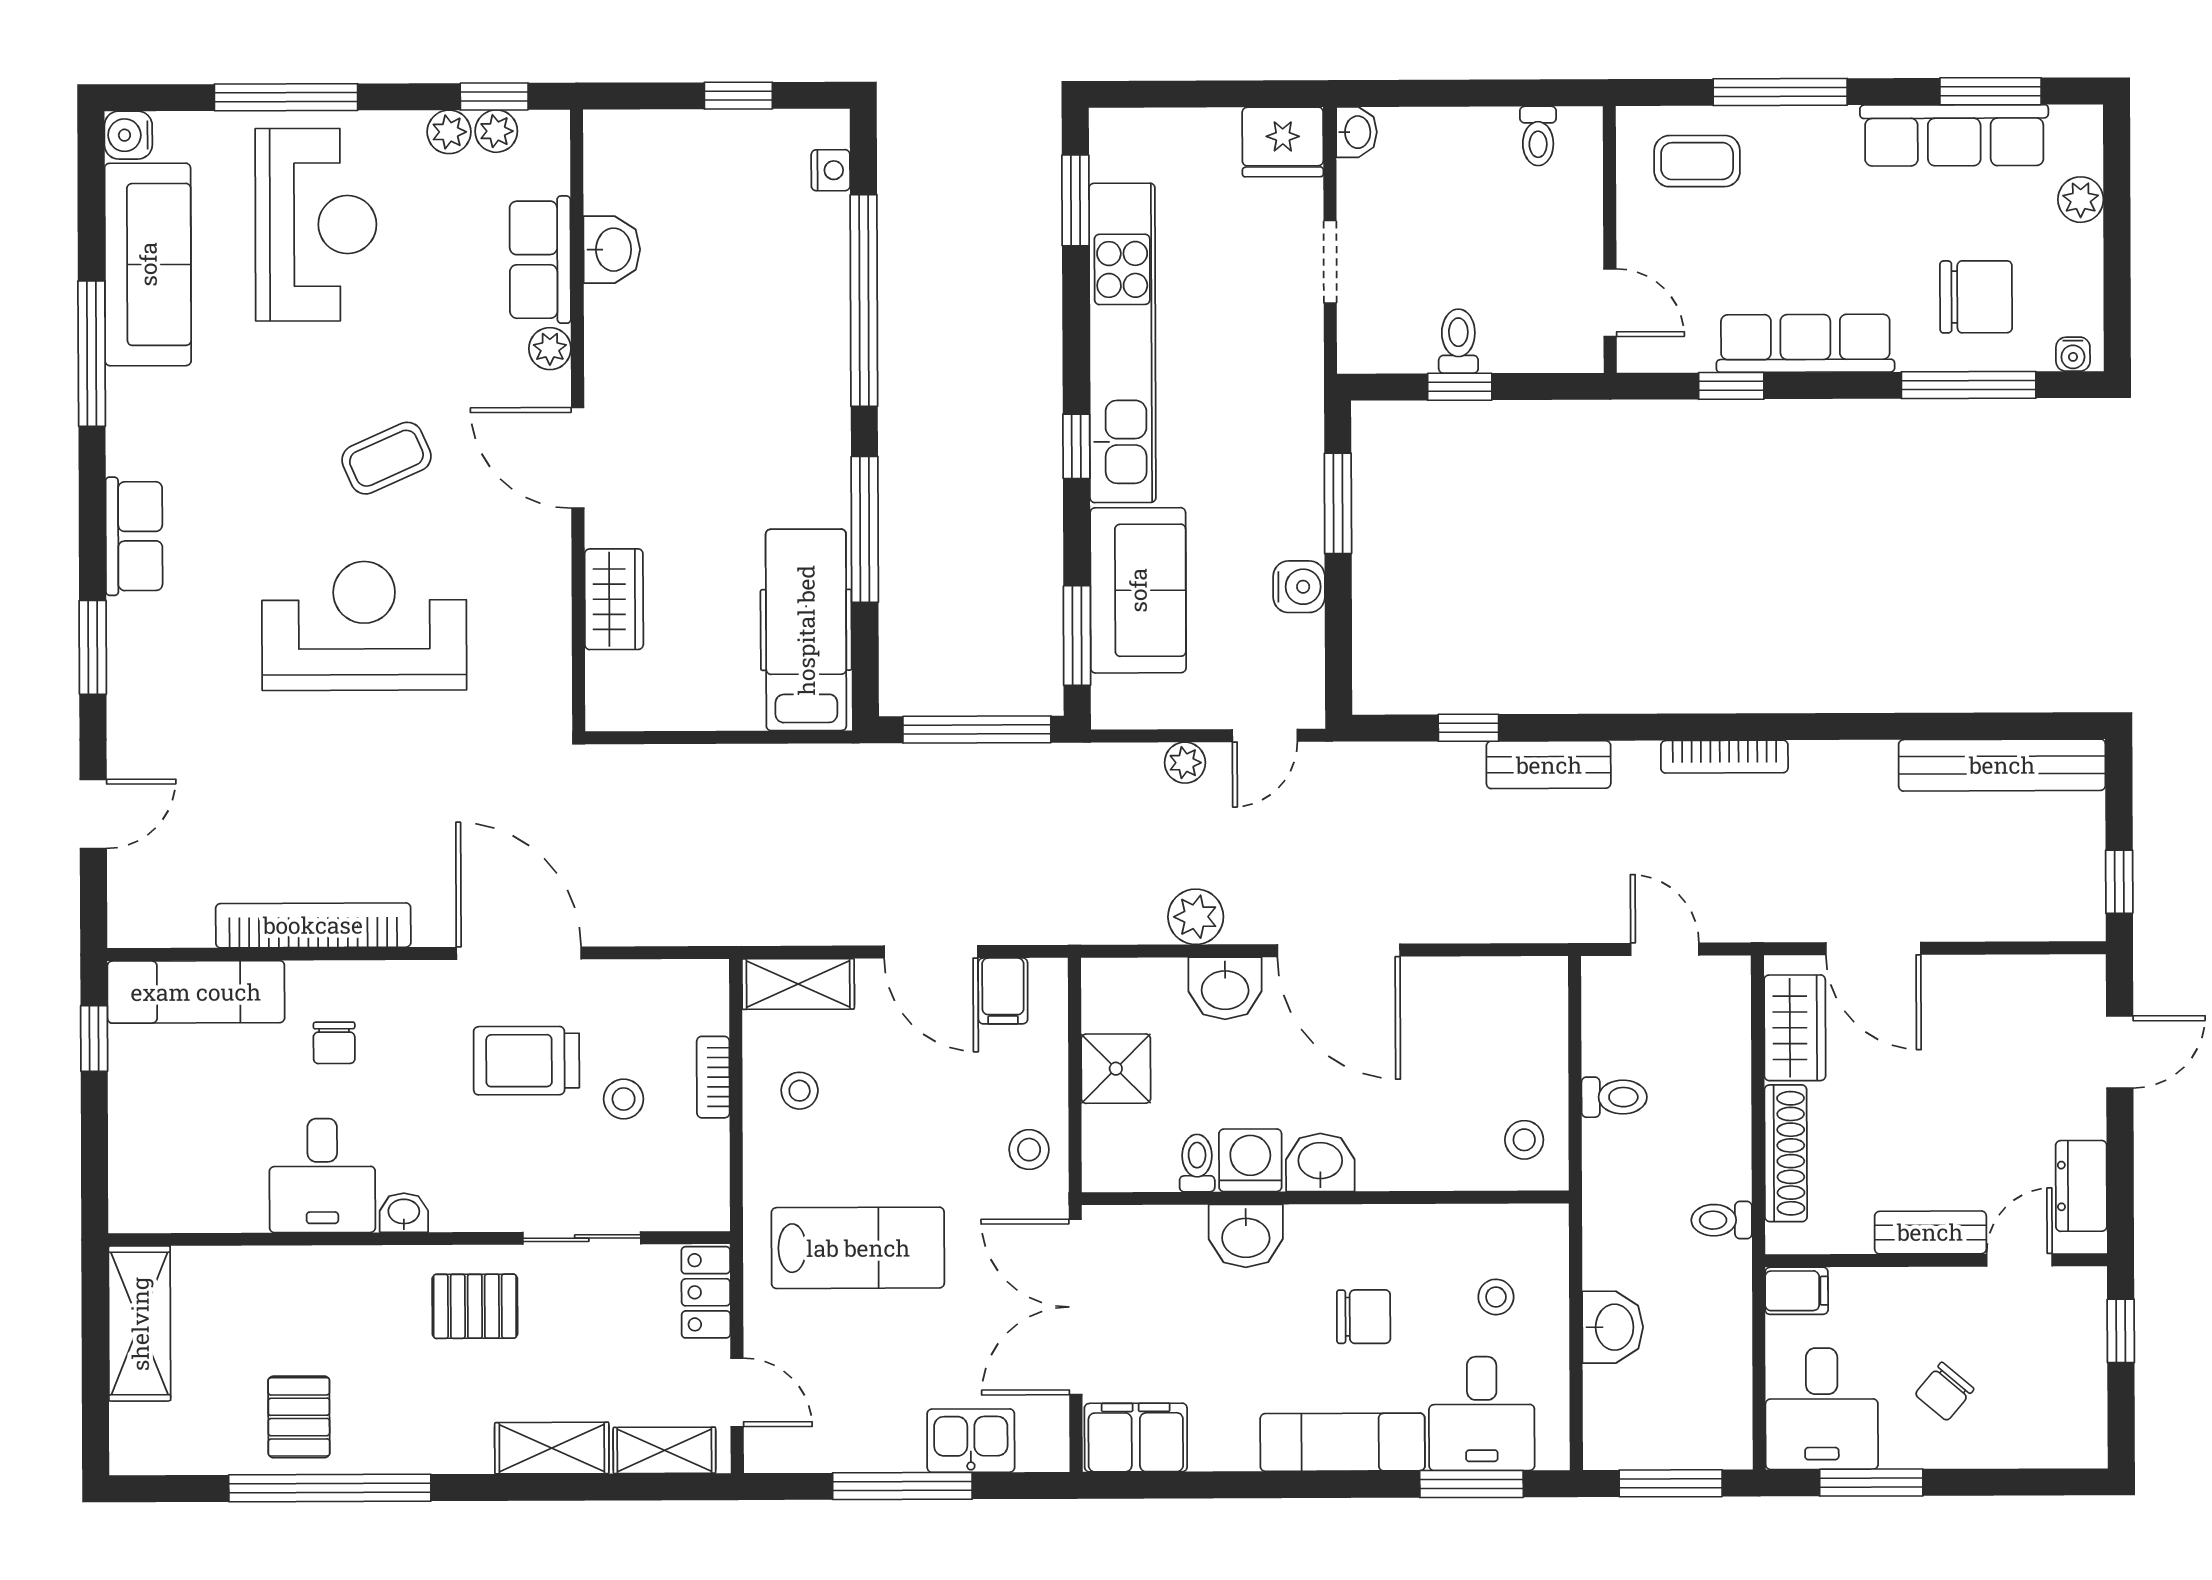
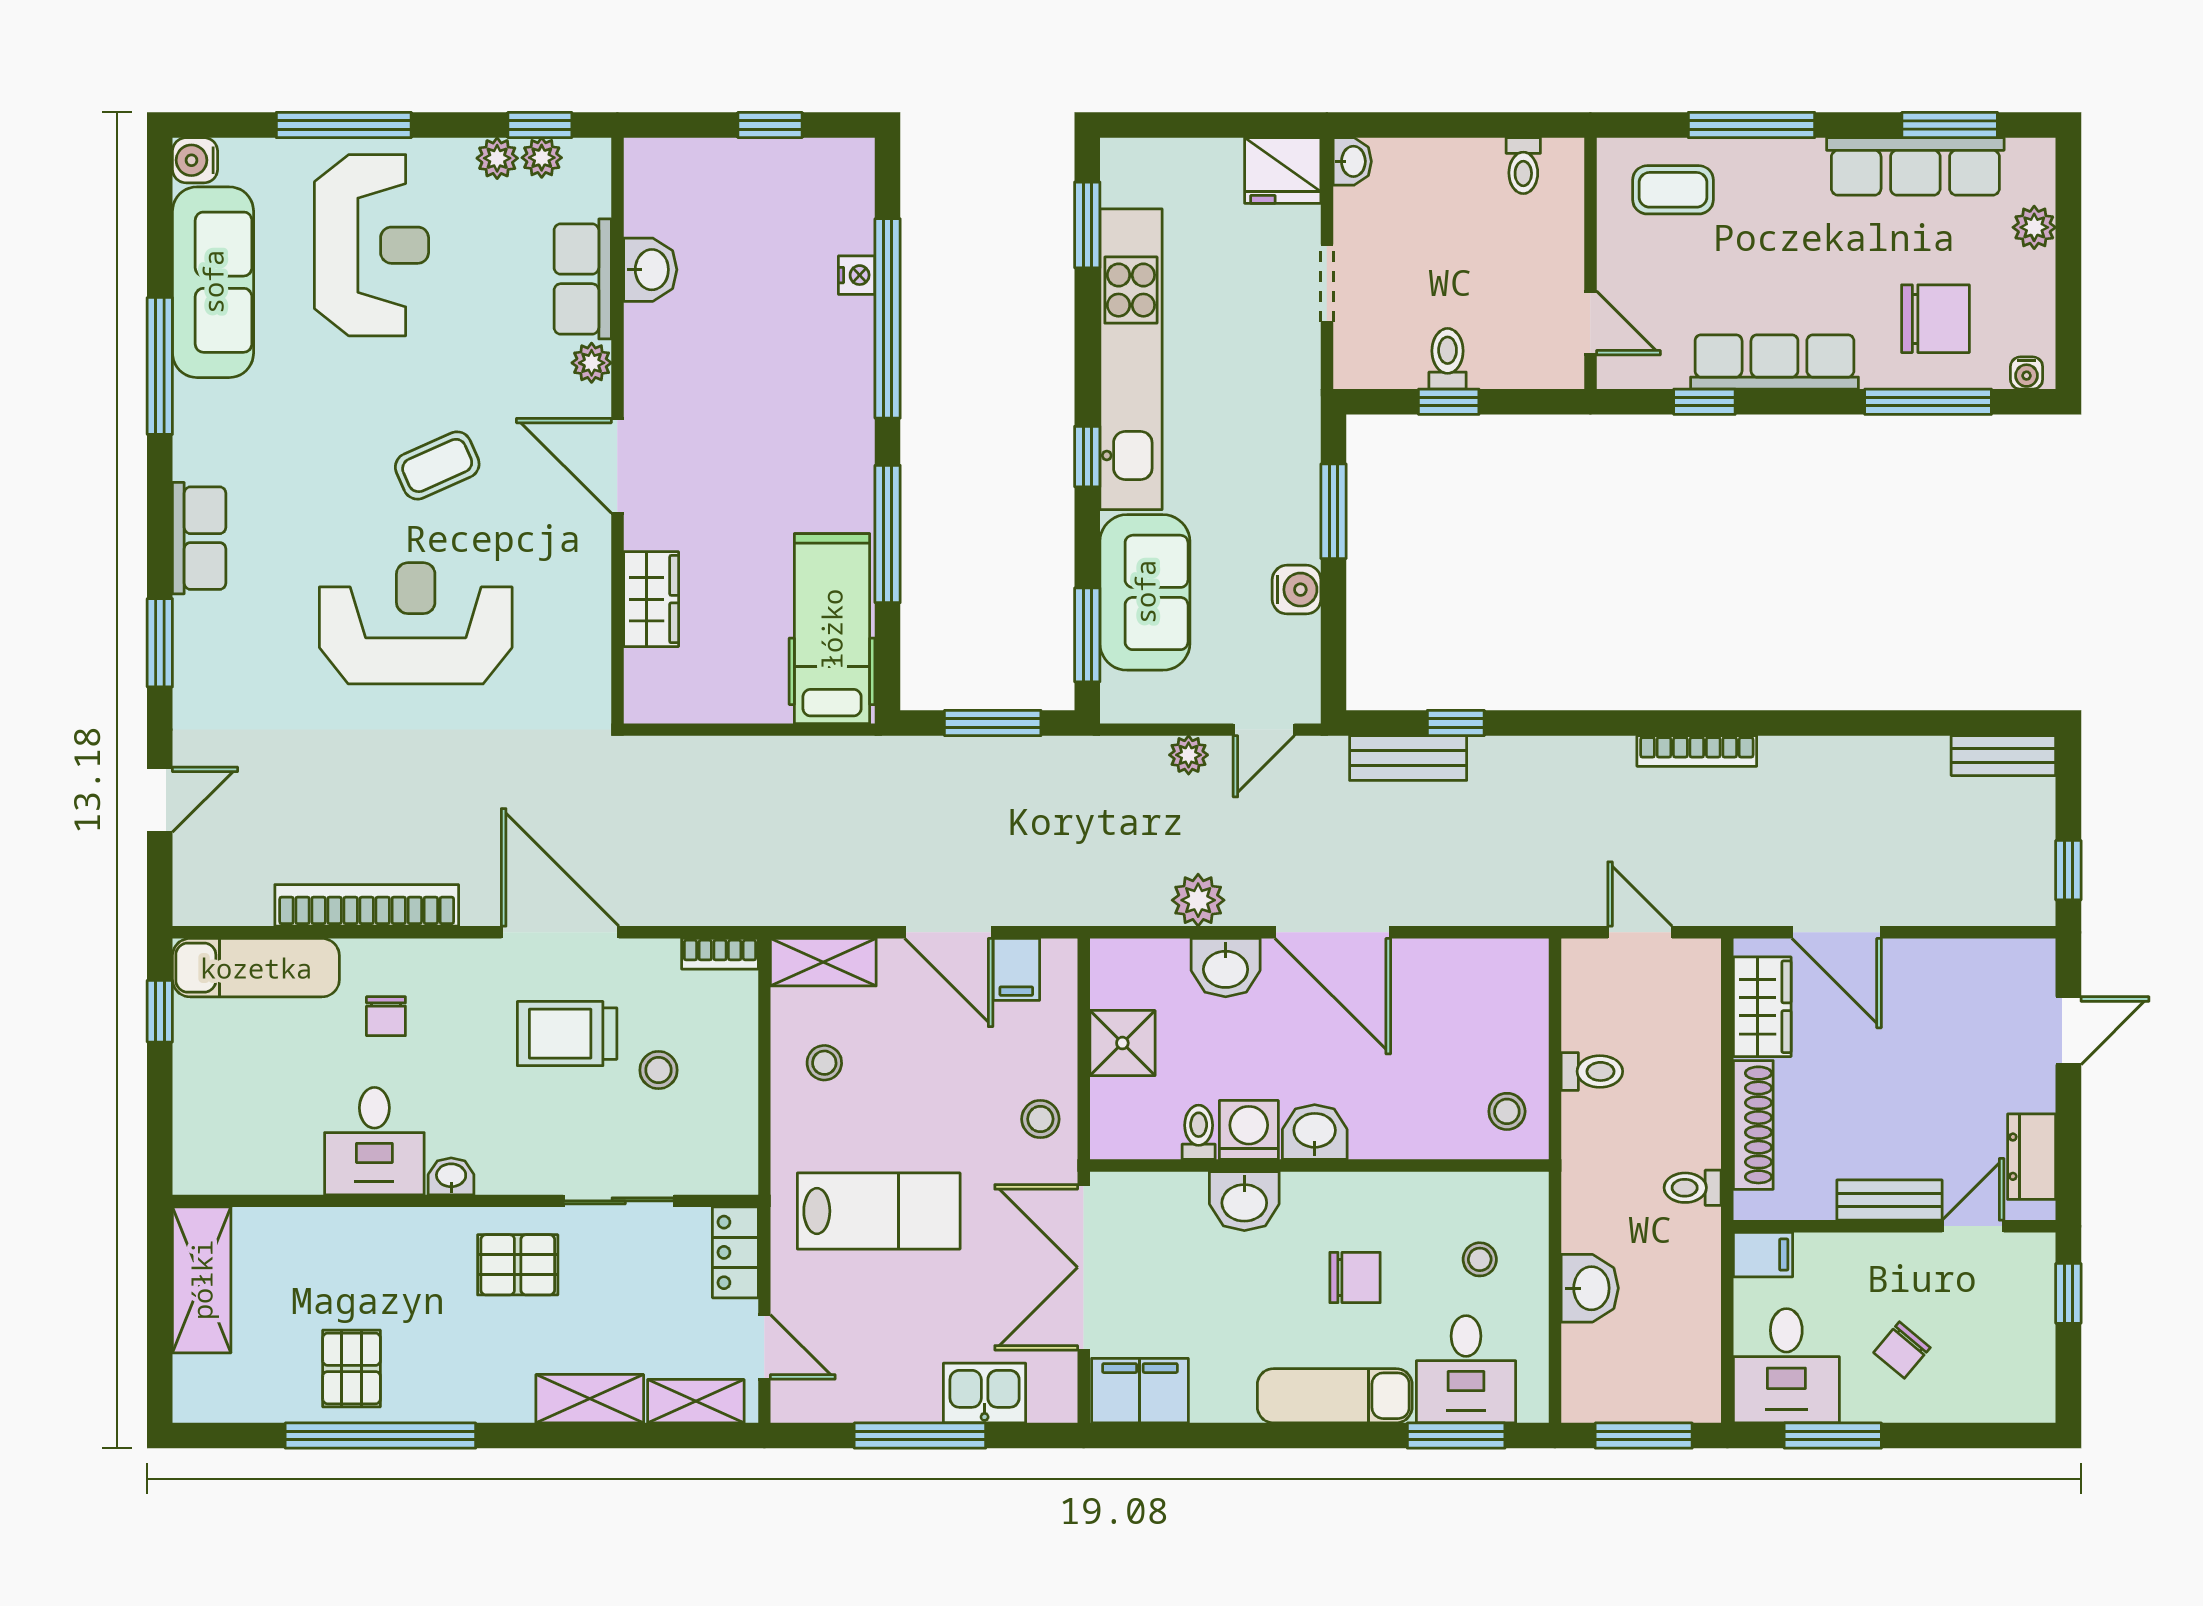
nightstand: (831, 170) -> (857, 275), moved
window: (977, 729) -> (993, 723), width x0.69
bench: (1549, 765) -> (1408, 758), moved
bench: (2002, 765) -> (2003, 756), width x0.54, depth x0.82
bookcase: (713, 1077) -> (720, 954), moved, turned -90

